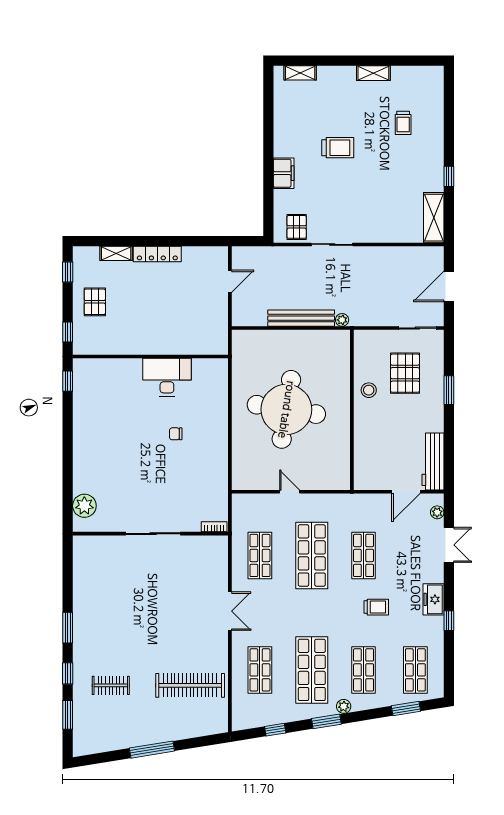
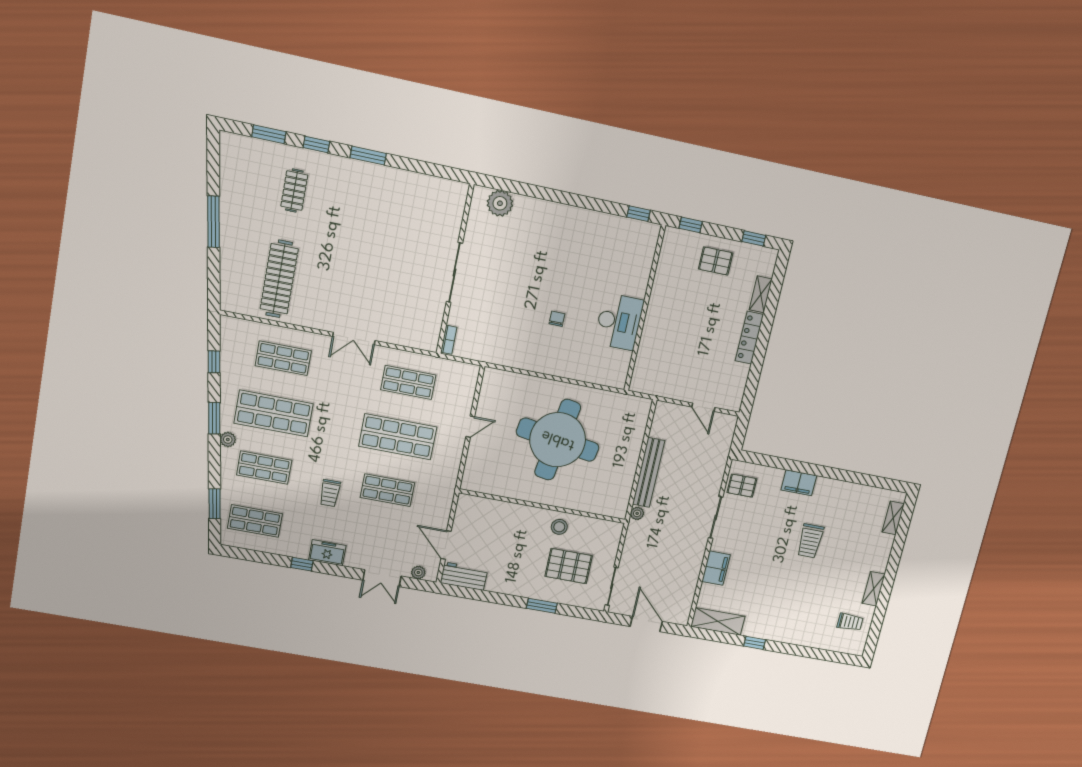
trolley: (403, 123) -> (850, 622), moved, turned 180
filing cabinet: (381, 232) -> (716, 568), added
workbench: (433, 461) -> (464, 576), width x0.73

